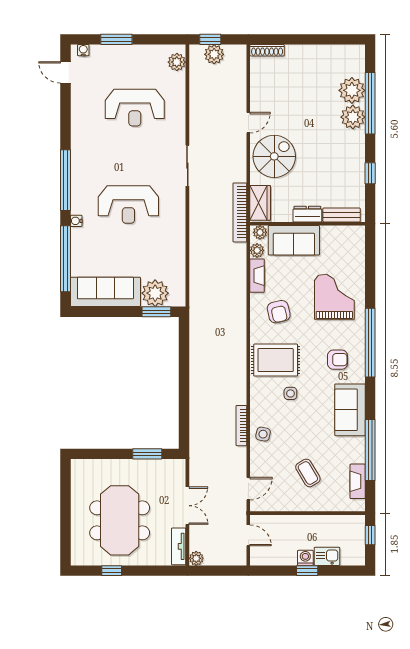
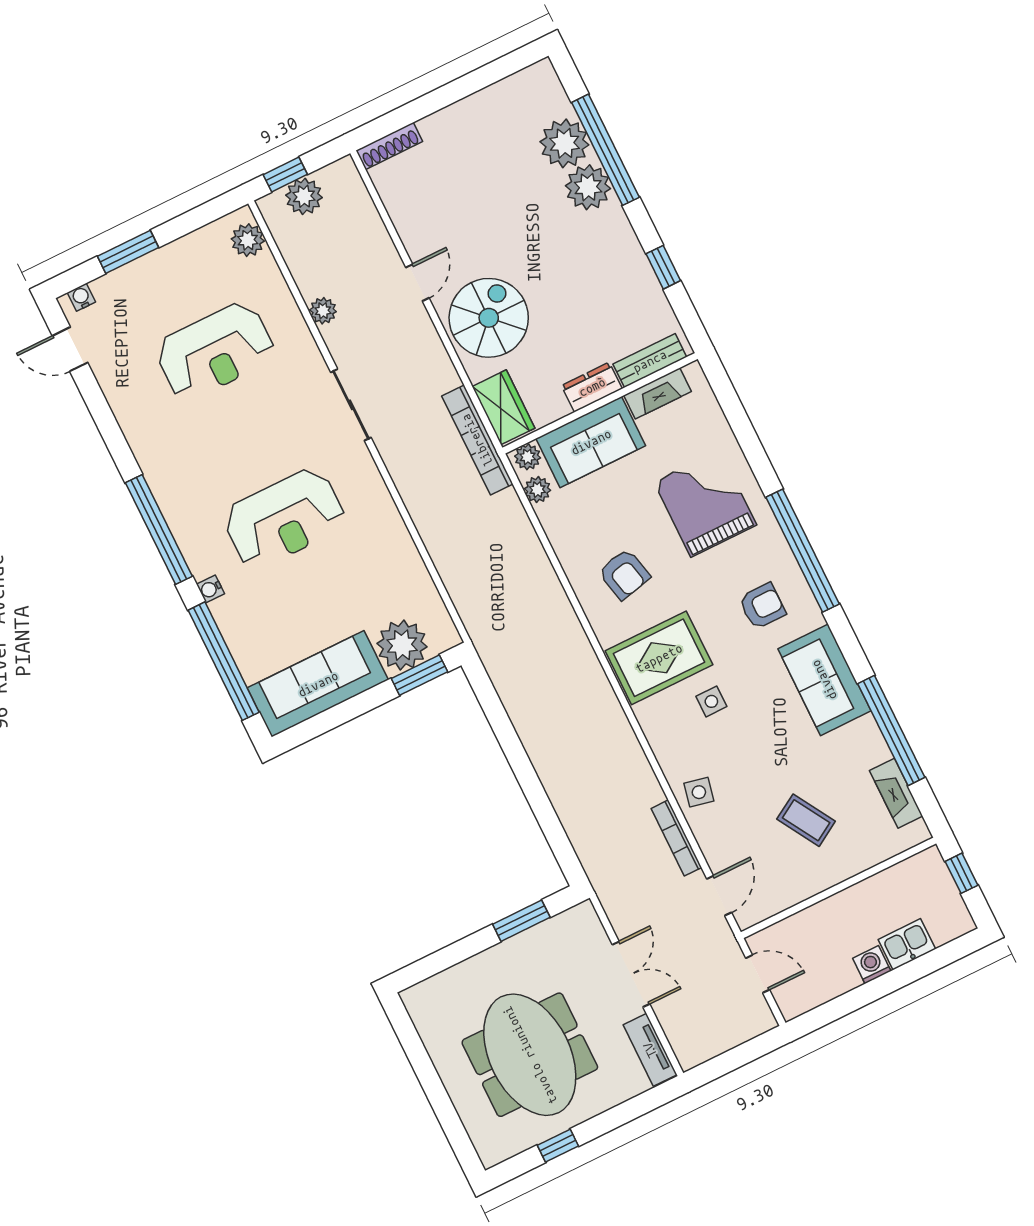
fireplace: (257, 276) -> (658, 393), moved, turned 90
bookcase: (241, 426) -> (676, 838), moved
plant: (196, 558) -> (323, 311), moved
window: (307, 571) -> (885, 984), removed

